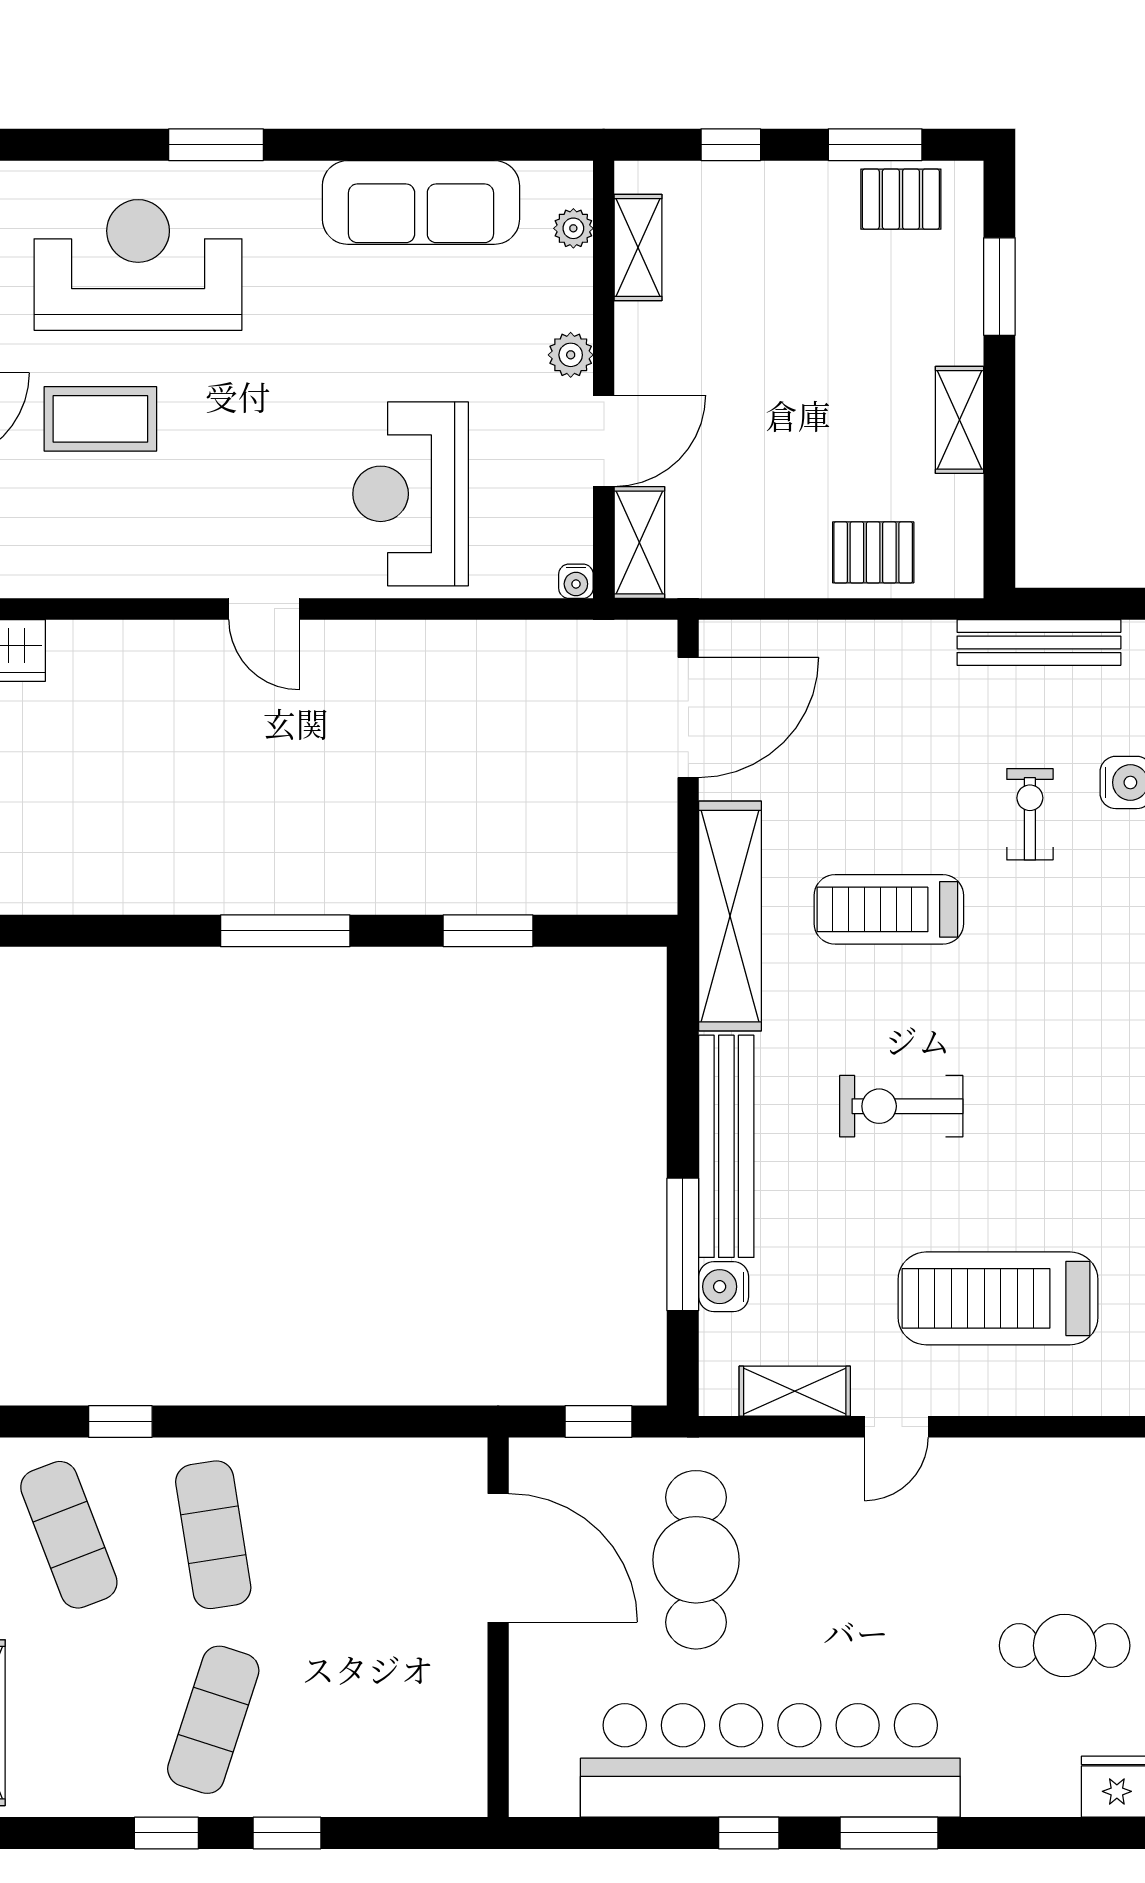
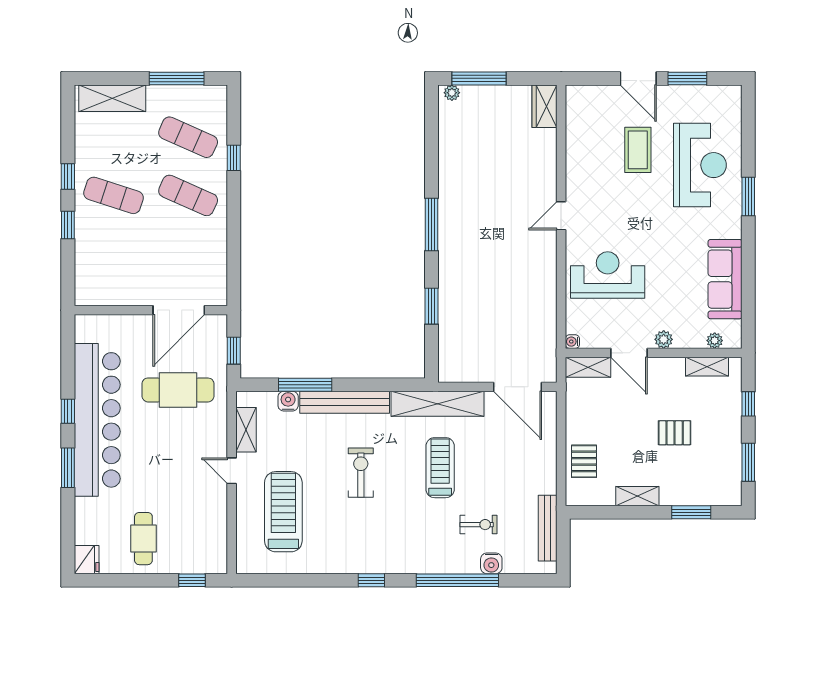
pallet: (901, 199) -> (675, 433), moved, turned 90
exercise mat: (69, 1535) -> (188, 137), turned 45
exercise mat: (213, 1535) -> (188, 195), turned 33

